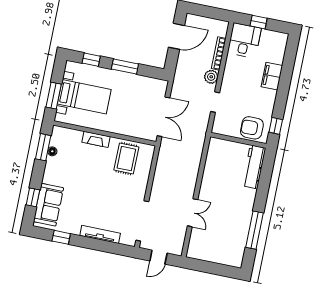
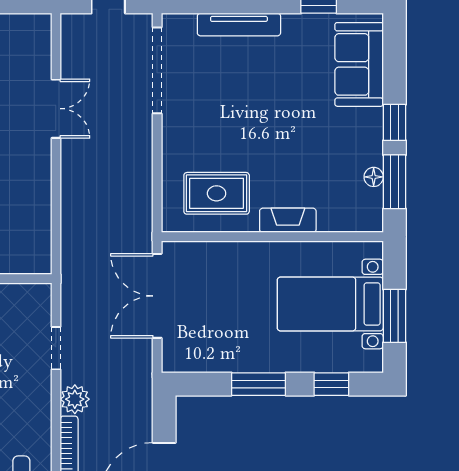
window: (54, 96) -> (395, 316), moved
rug: (126, 159) -> (217, 193), turned 90
window: (33, 197) -> (395, 122), moved
double door: (193, 213) -> (56, 109), swing flipped

